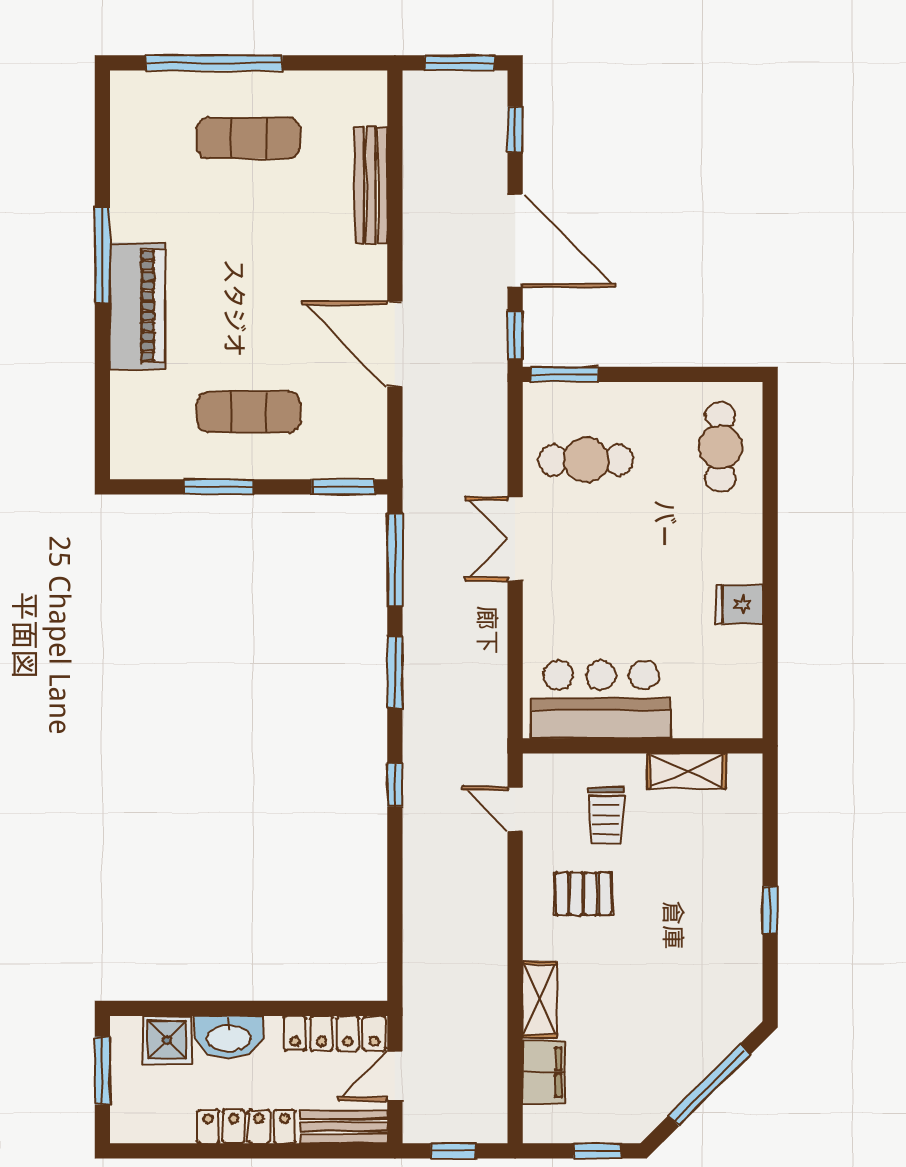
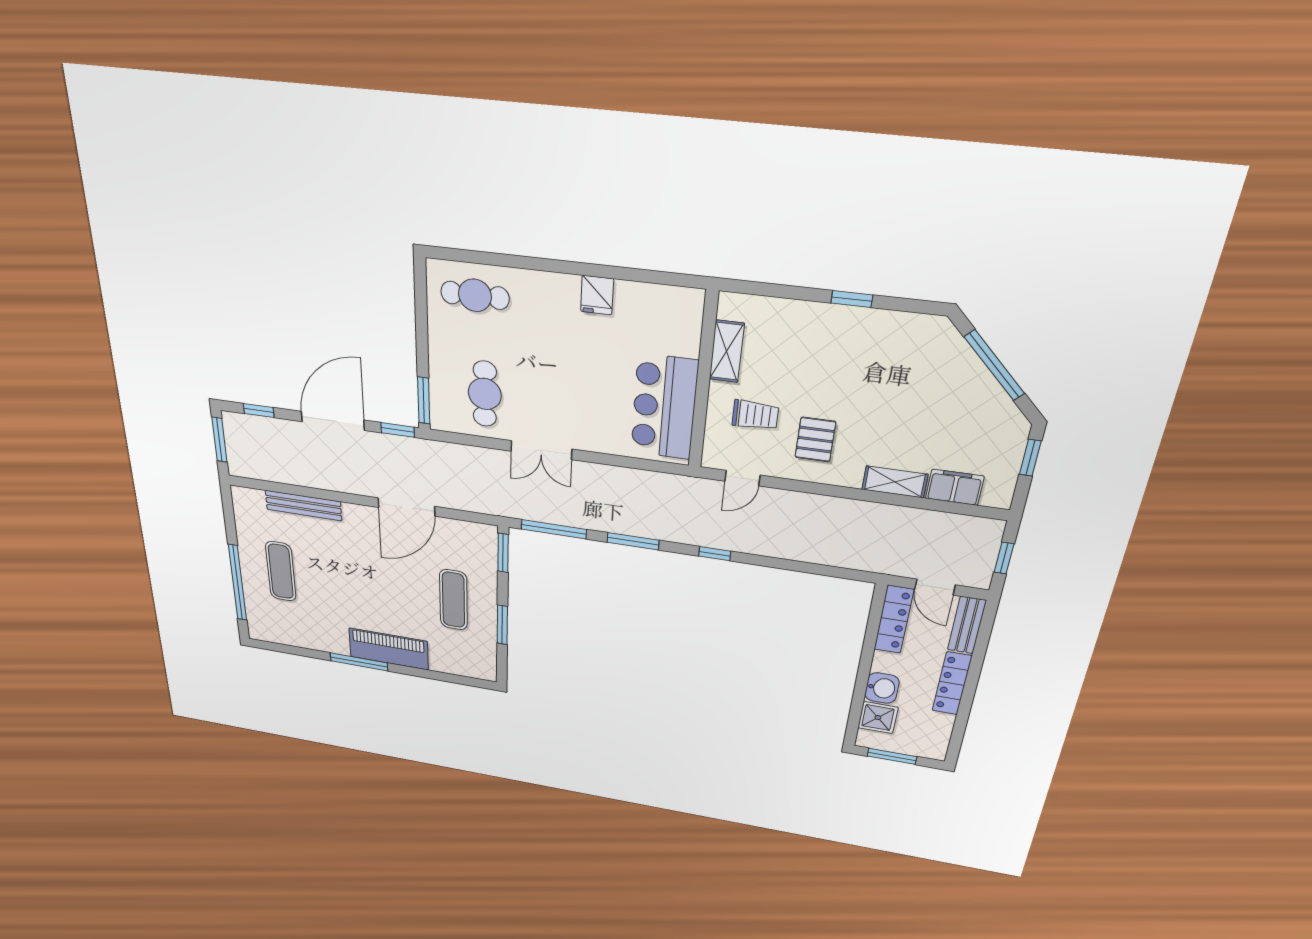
washbasin: (229, 1037) -> (882, 688), width x0.72

